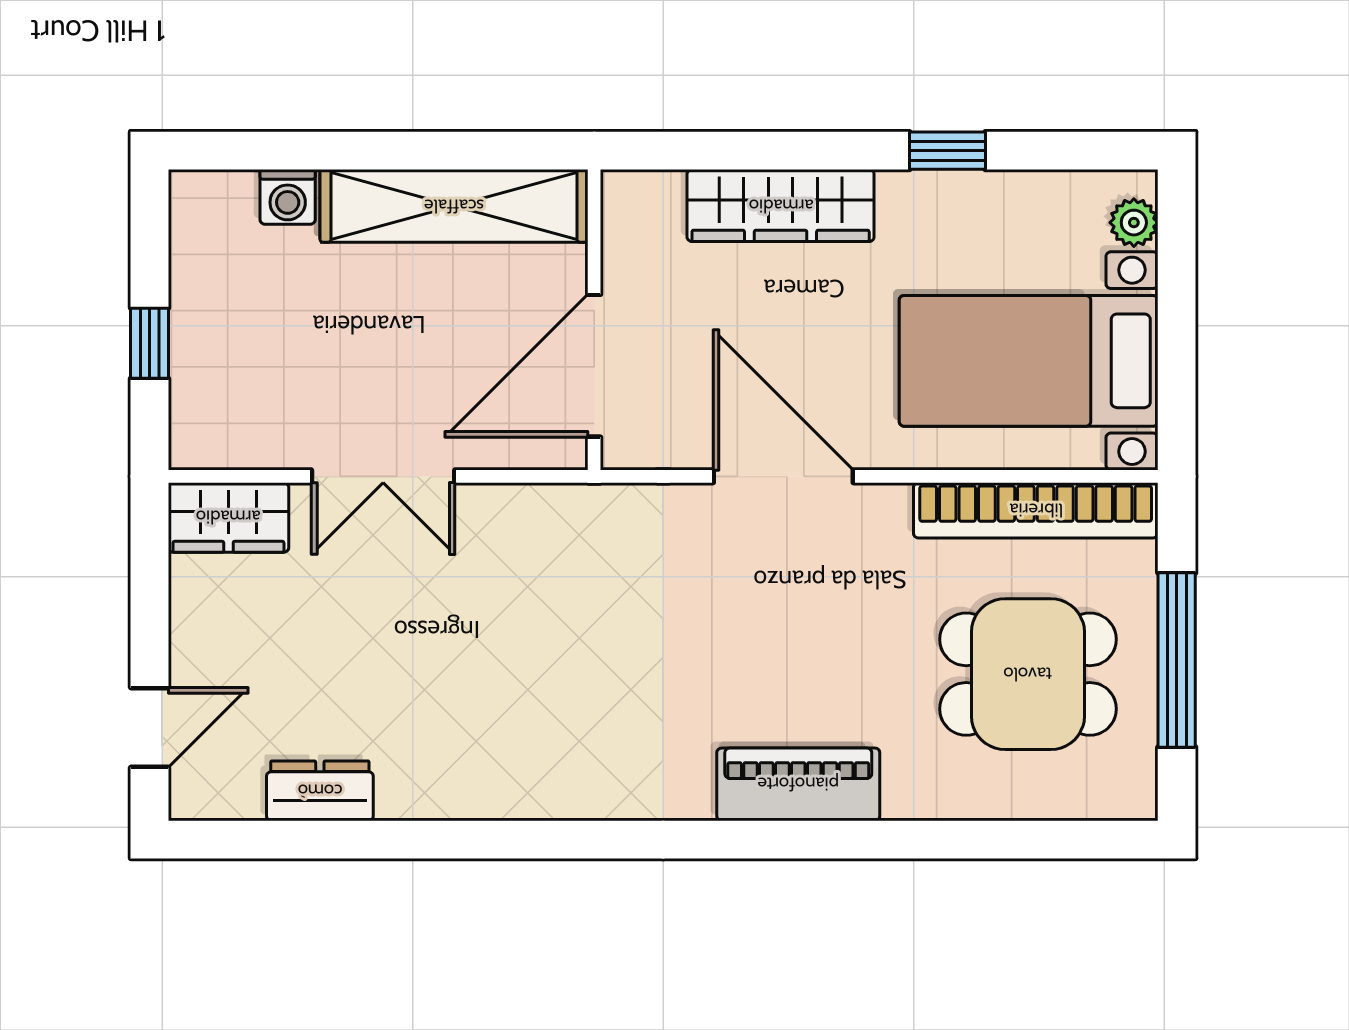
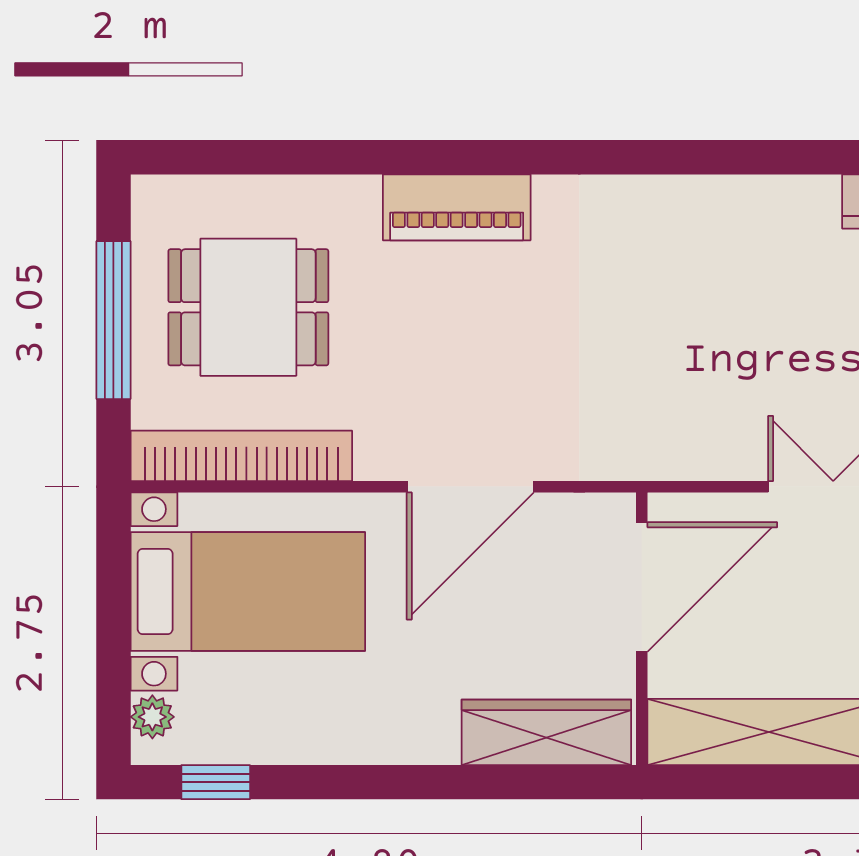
window: (947, 151) -> (216, 782), moved
wardrobe: (781, 206) -> (546, 732), moved
door: (783, 476) -> (470, 487), hinge flipped

